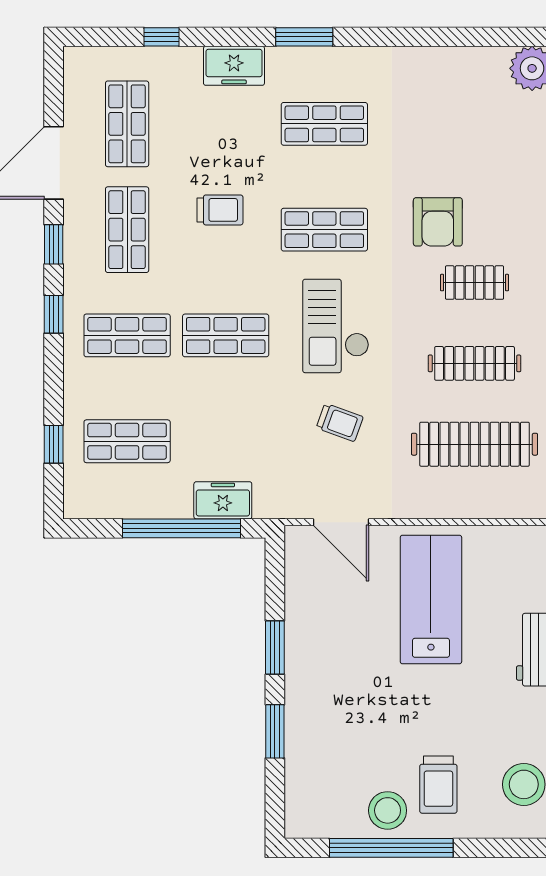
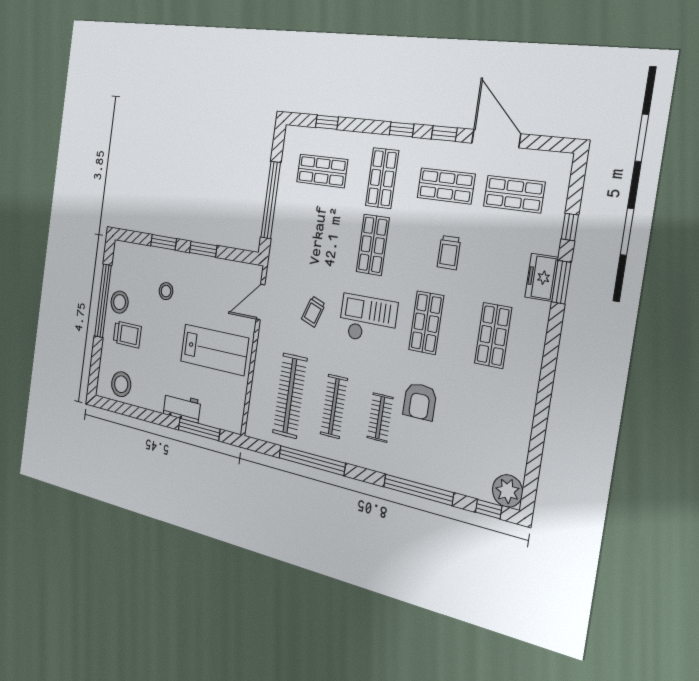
window: (304, 37) -> (561, 282), moved
armchair: (438, 222) -> (420, 401), turned -90
shop shelf: (127, 441) -> (322, 171), turned 90
freezer: (223, 500) -> (282, 229), removed
stool: (354, 713) -> (166, 291), added
trolley: (438, 785) -> (127, 334), turned 180

